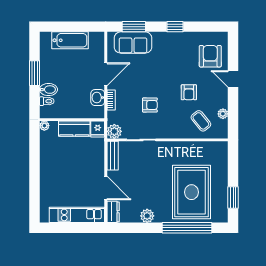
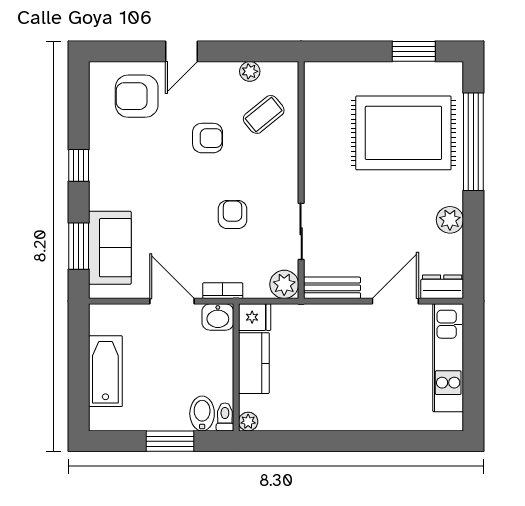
wall: (72, 120) -> (236, 367), moved
plant: (44, 126) -> (248, 422), moved
kitchen counter: (74, 129) -> (254, 363), moved
fridge: (98, 129) -> (255, 317), moved

